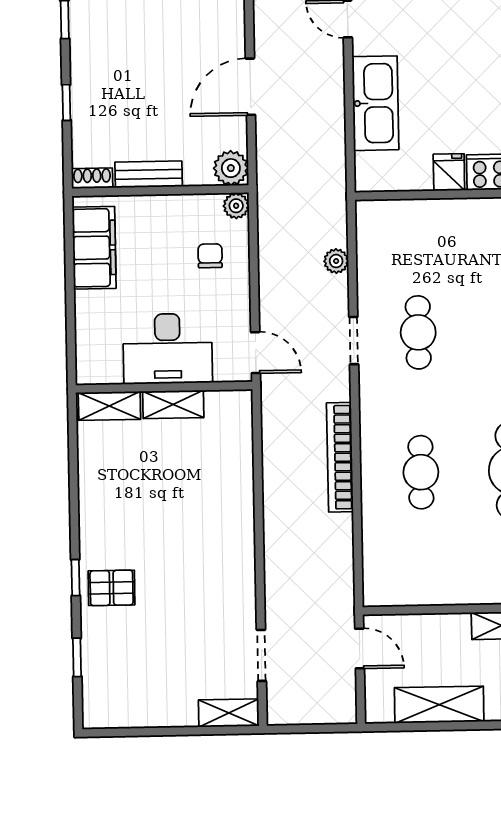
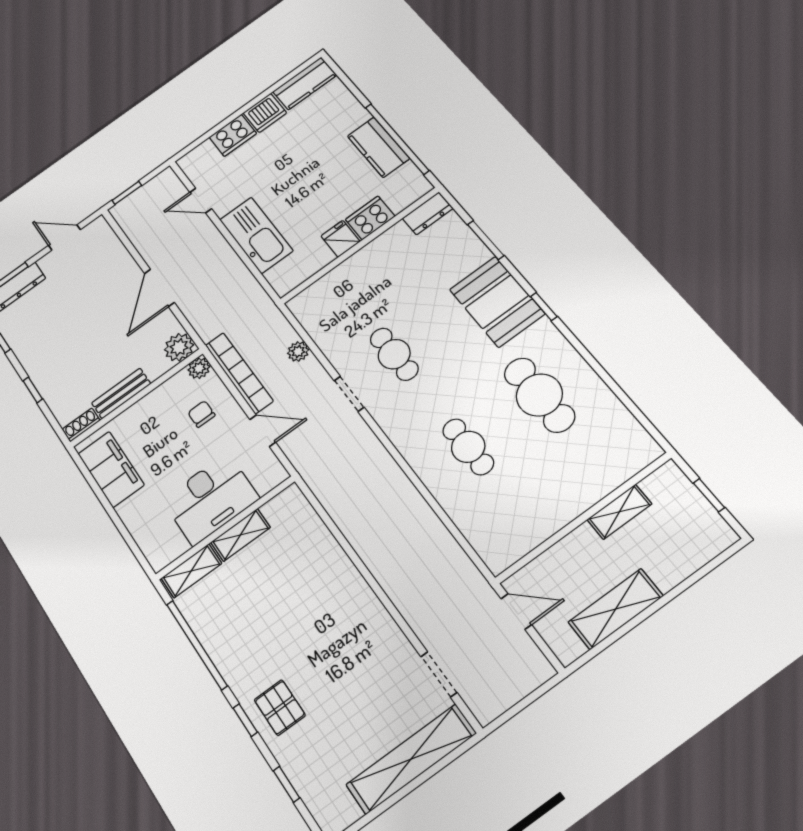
door: (256, 353) -> (263, 431), moved
bookcase: (340, 457) -> (239, 373), moved, turned 180
window: (74, 479) -> (197, 645), added
pallet: (112, 588) -> (280, 708), turned 90
shelving: (229, 713) -> (411, 759), width x2.20, depth x1.33

